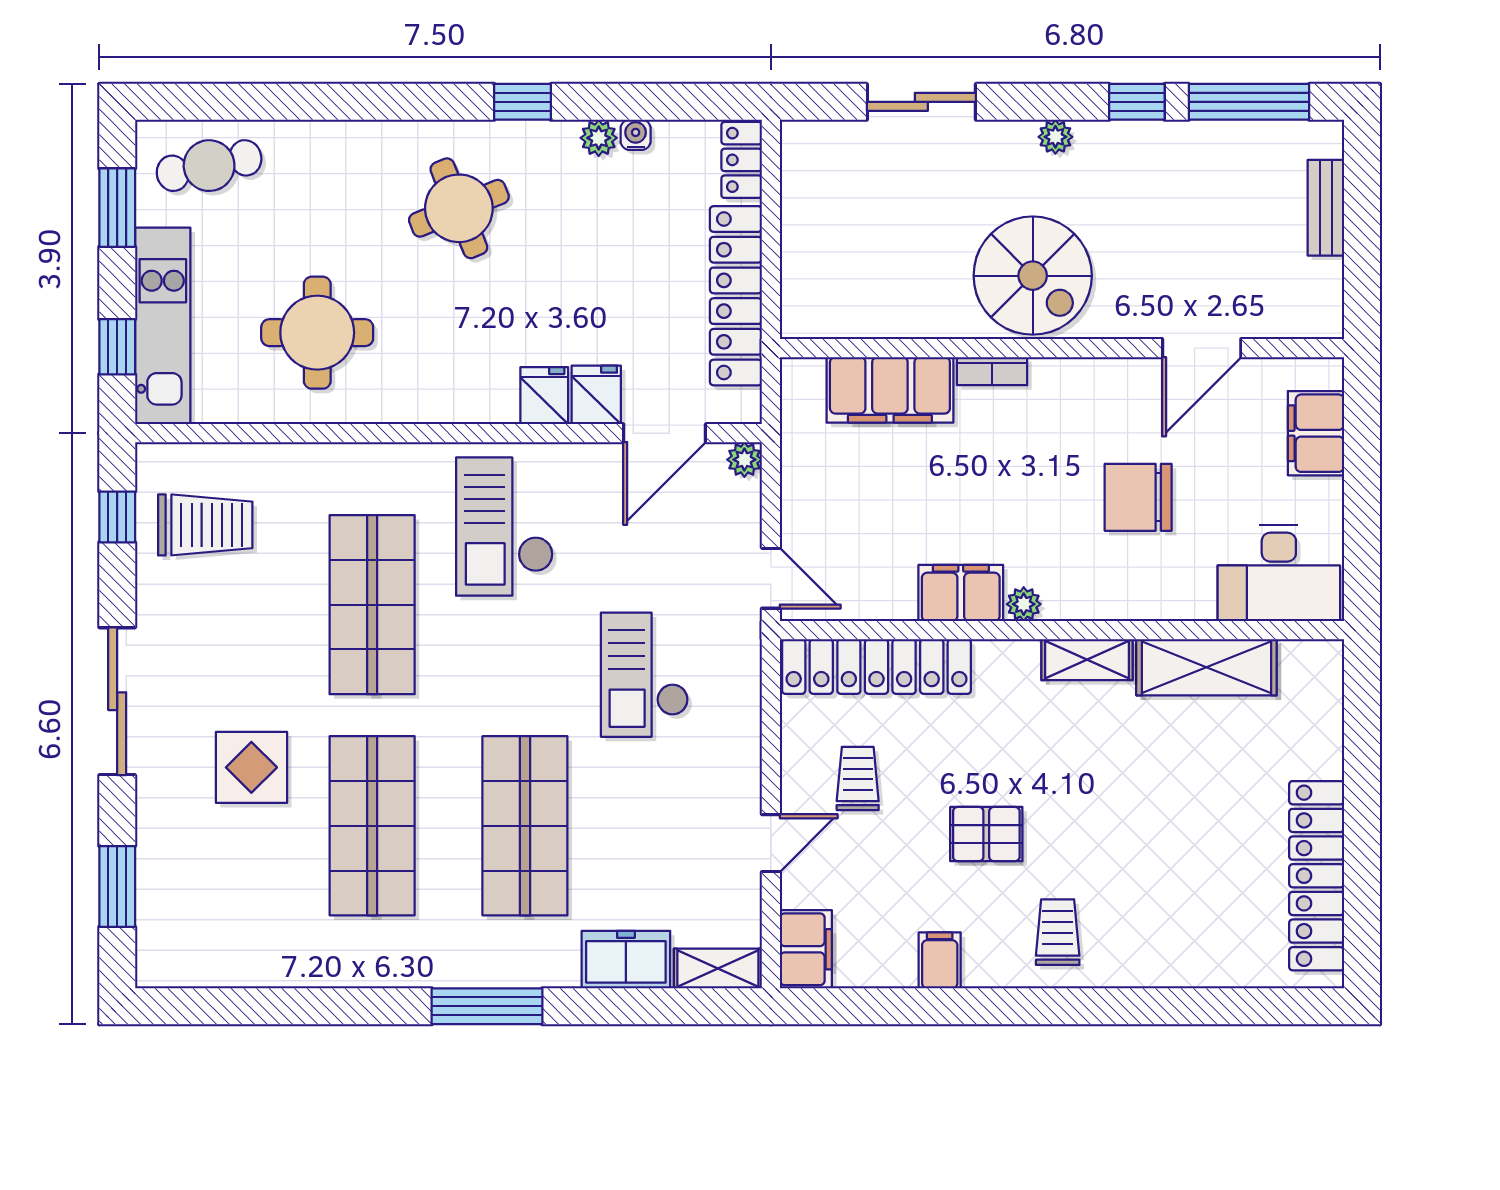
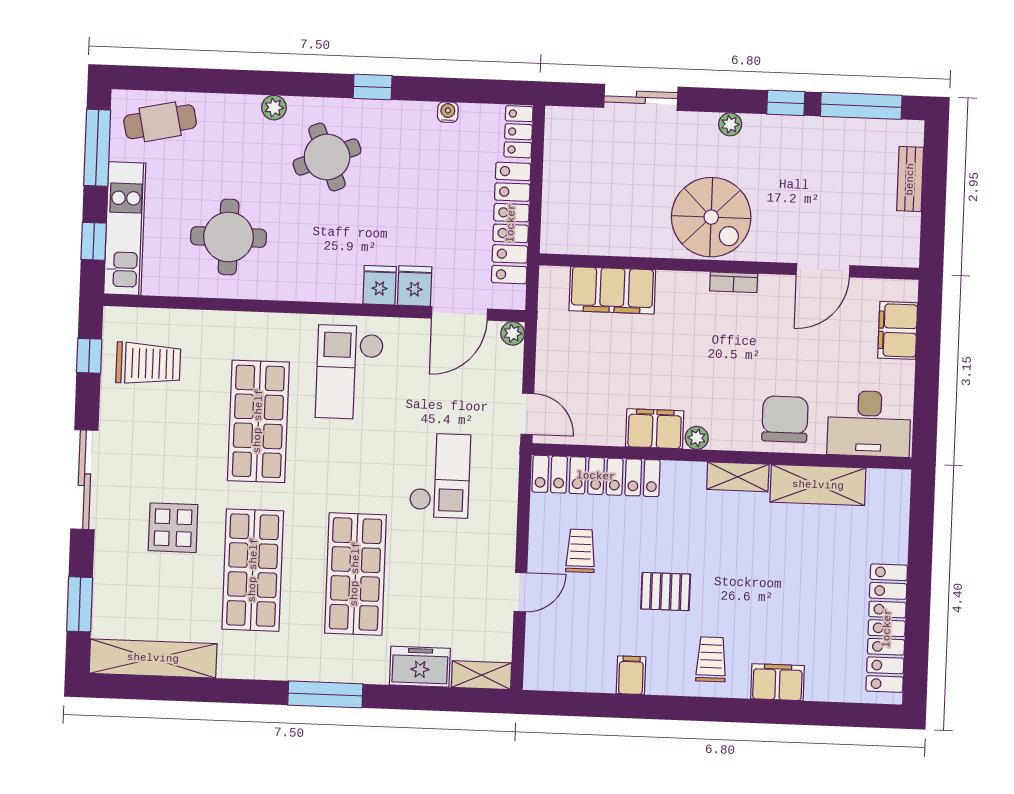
plant: (599, 138) -> (274, 108), moved
window: (117, 208) -> (97, 148), width x1.44
bookcase: (992, 371) -> (734, 282), moved
chair: (1138, 497) -> (785, 419), moved, turned 90
checkout: (645, 675) -> (440, 475), turned 180
filing cabinet: (806, 949) -> (777, 682), moved, turned -90
shelving: (229, 963) -> (153, 658), added

